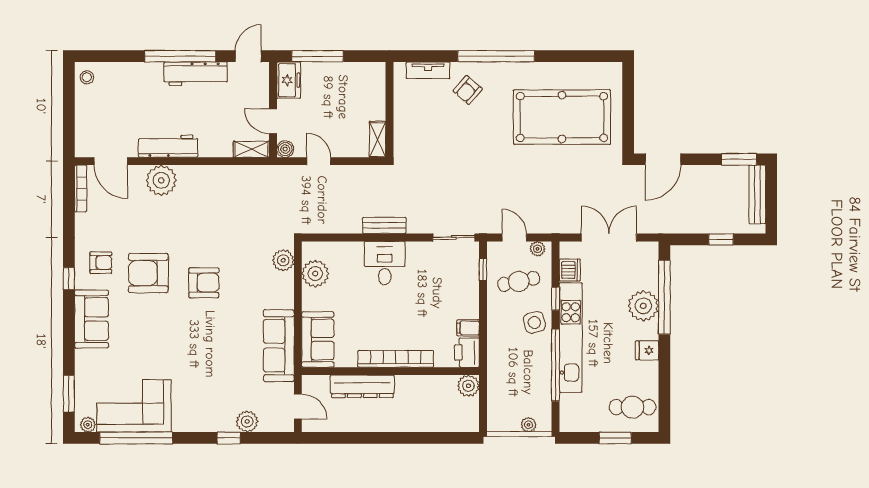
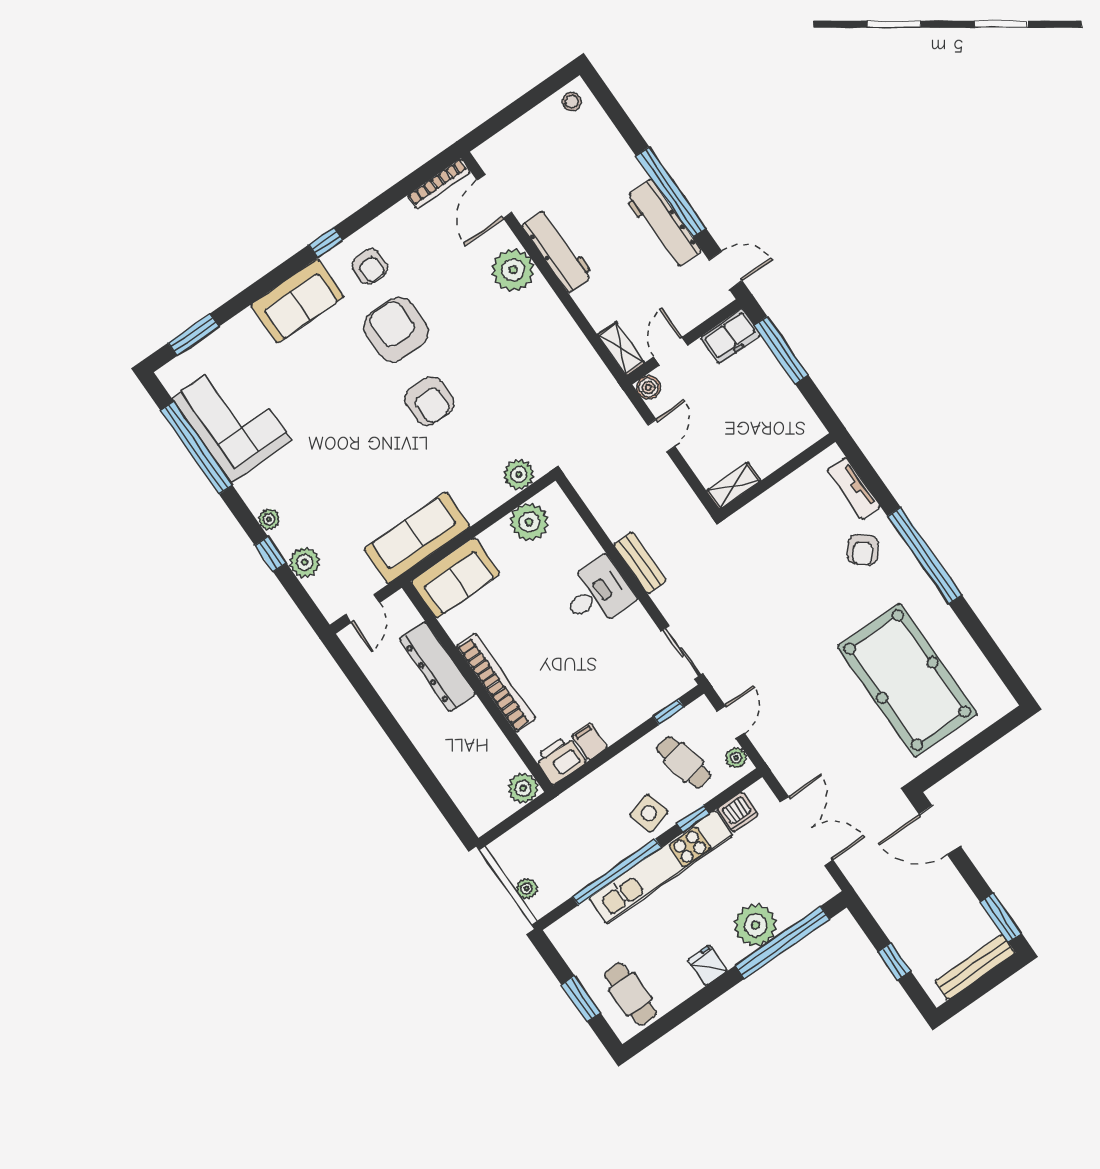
armchair: (468, 90) -> (863, 550), turned -91
plant: (88, 425) -> (269, 519), moved

